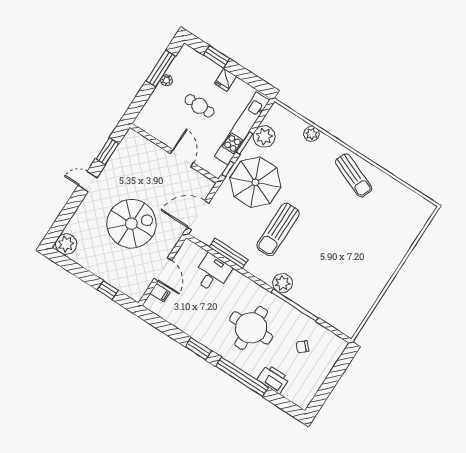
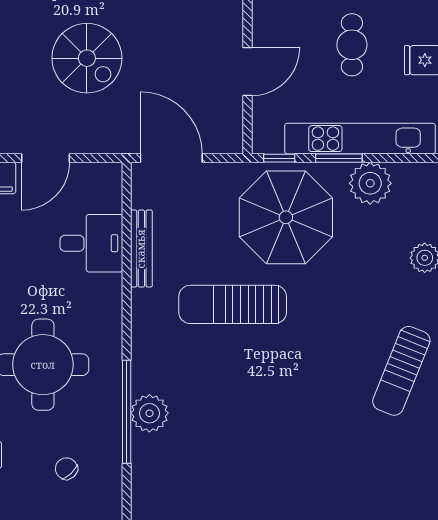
spiral stairs: (131, 224) -> (87, 58), width x0.73, depth x0.73
plant: (282, 283) -> (149, 413), moved

